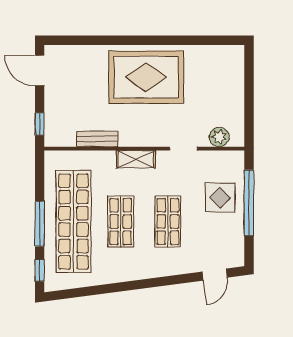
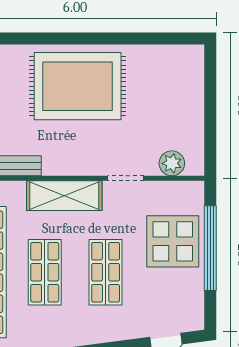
shelving: (136, 159) -> (64, 196), width x1.50, depth x1.33
display table: (220, 198) -> (173, 241), width x1.36, depth x1.36

